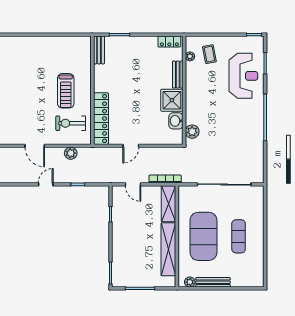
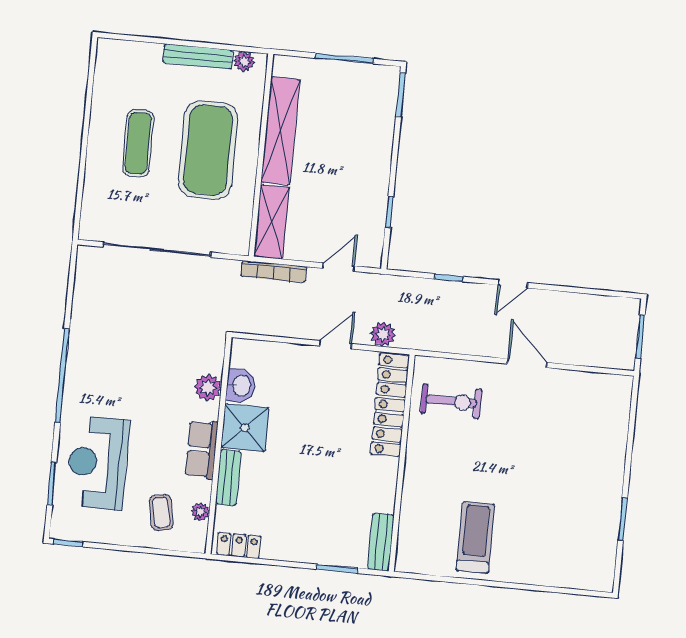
row of seats: (192, 87) -> (202, 450), added
treadmill: (66, 91) -> (475, 537), moved
plant: (192, 132) -> (208, 388), moved
plant: (71, 153) -> (383, 334), moved
door: (133, 184) -> (339, 267), hinge flipped

